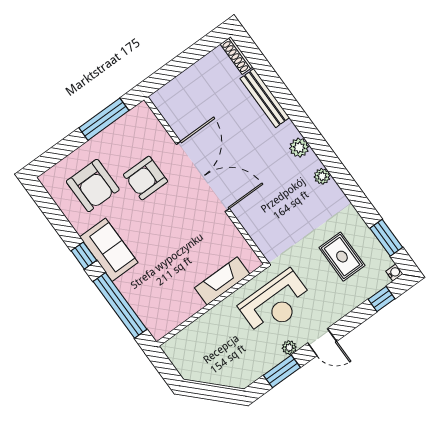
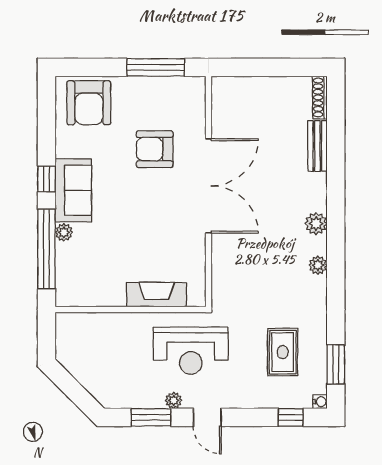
bench: (265, 98) -> (317, 146), width x0.73
armchair: (93, 186) -> (89, 103), moved
plant: (124, 284) -> (64, 232), added

